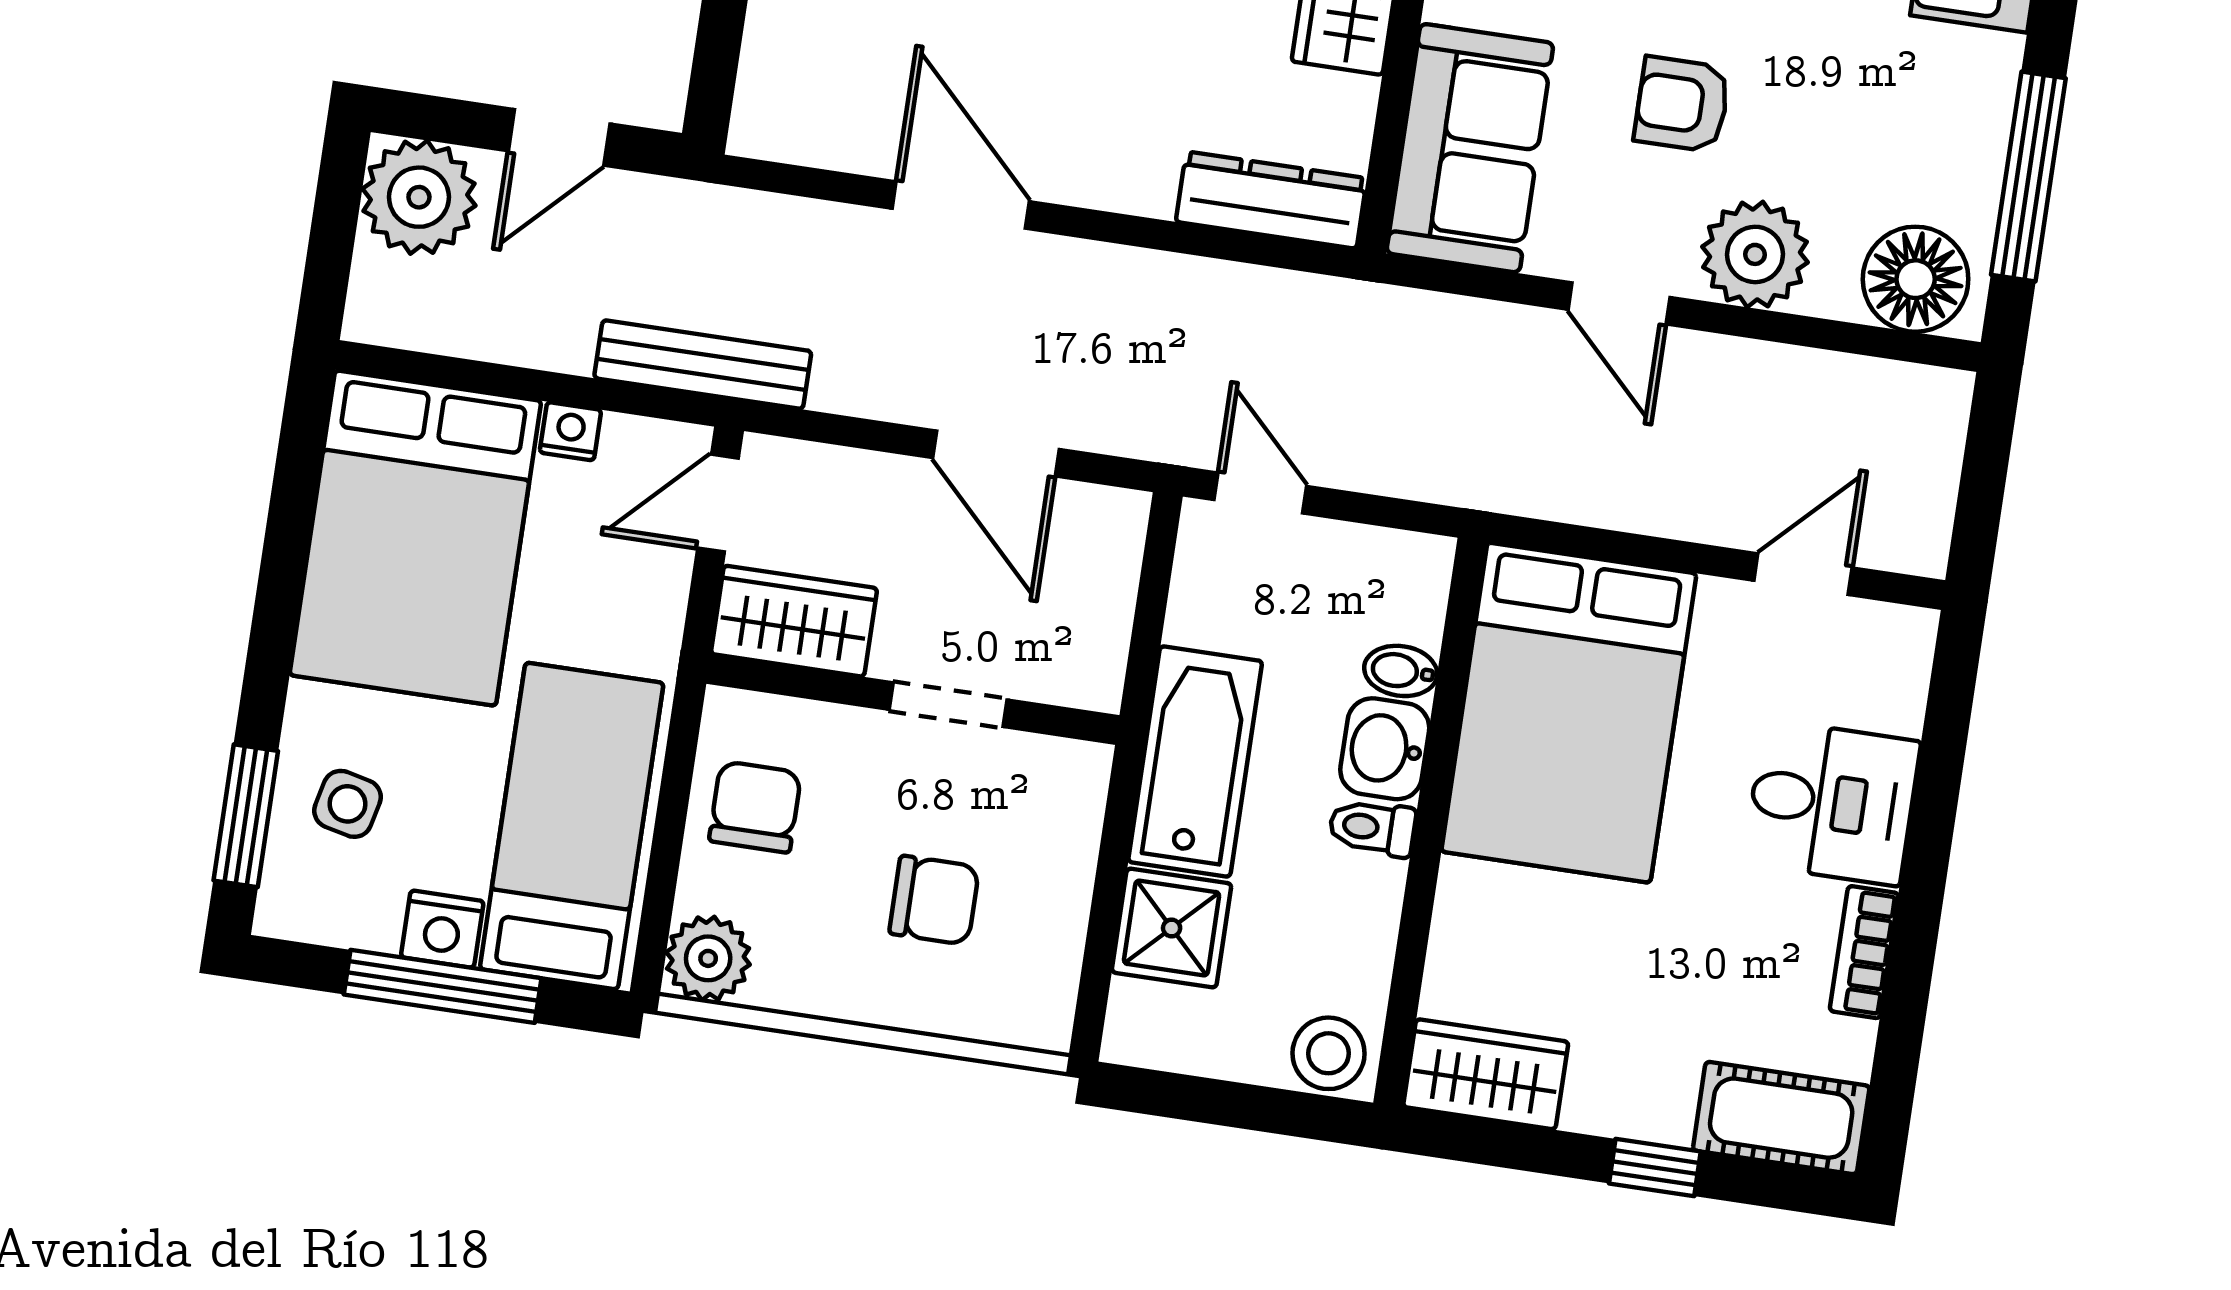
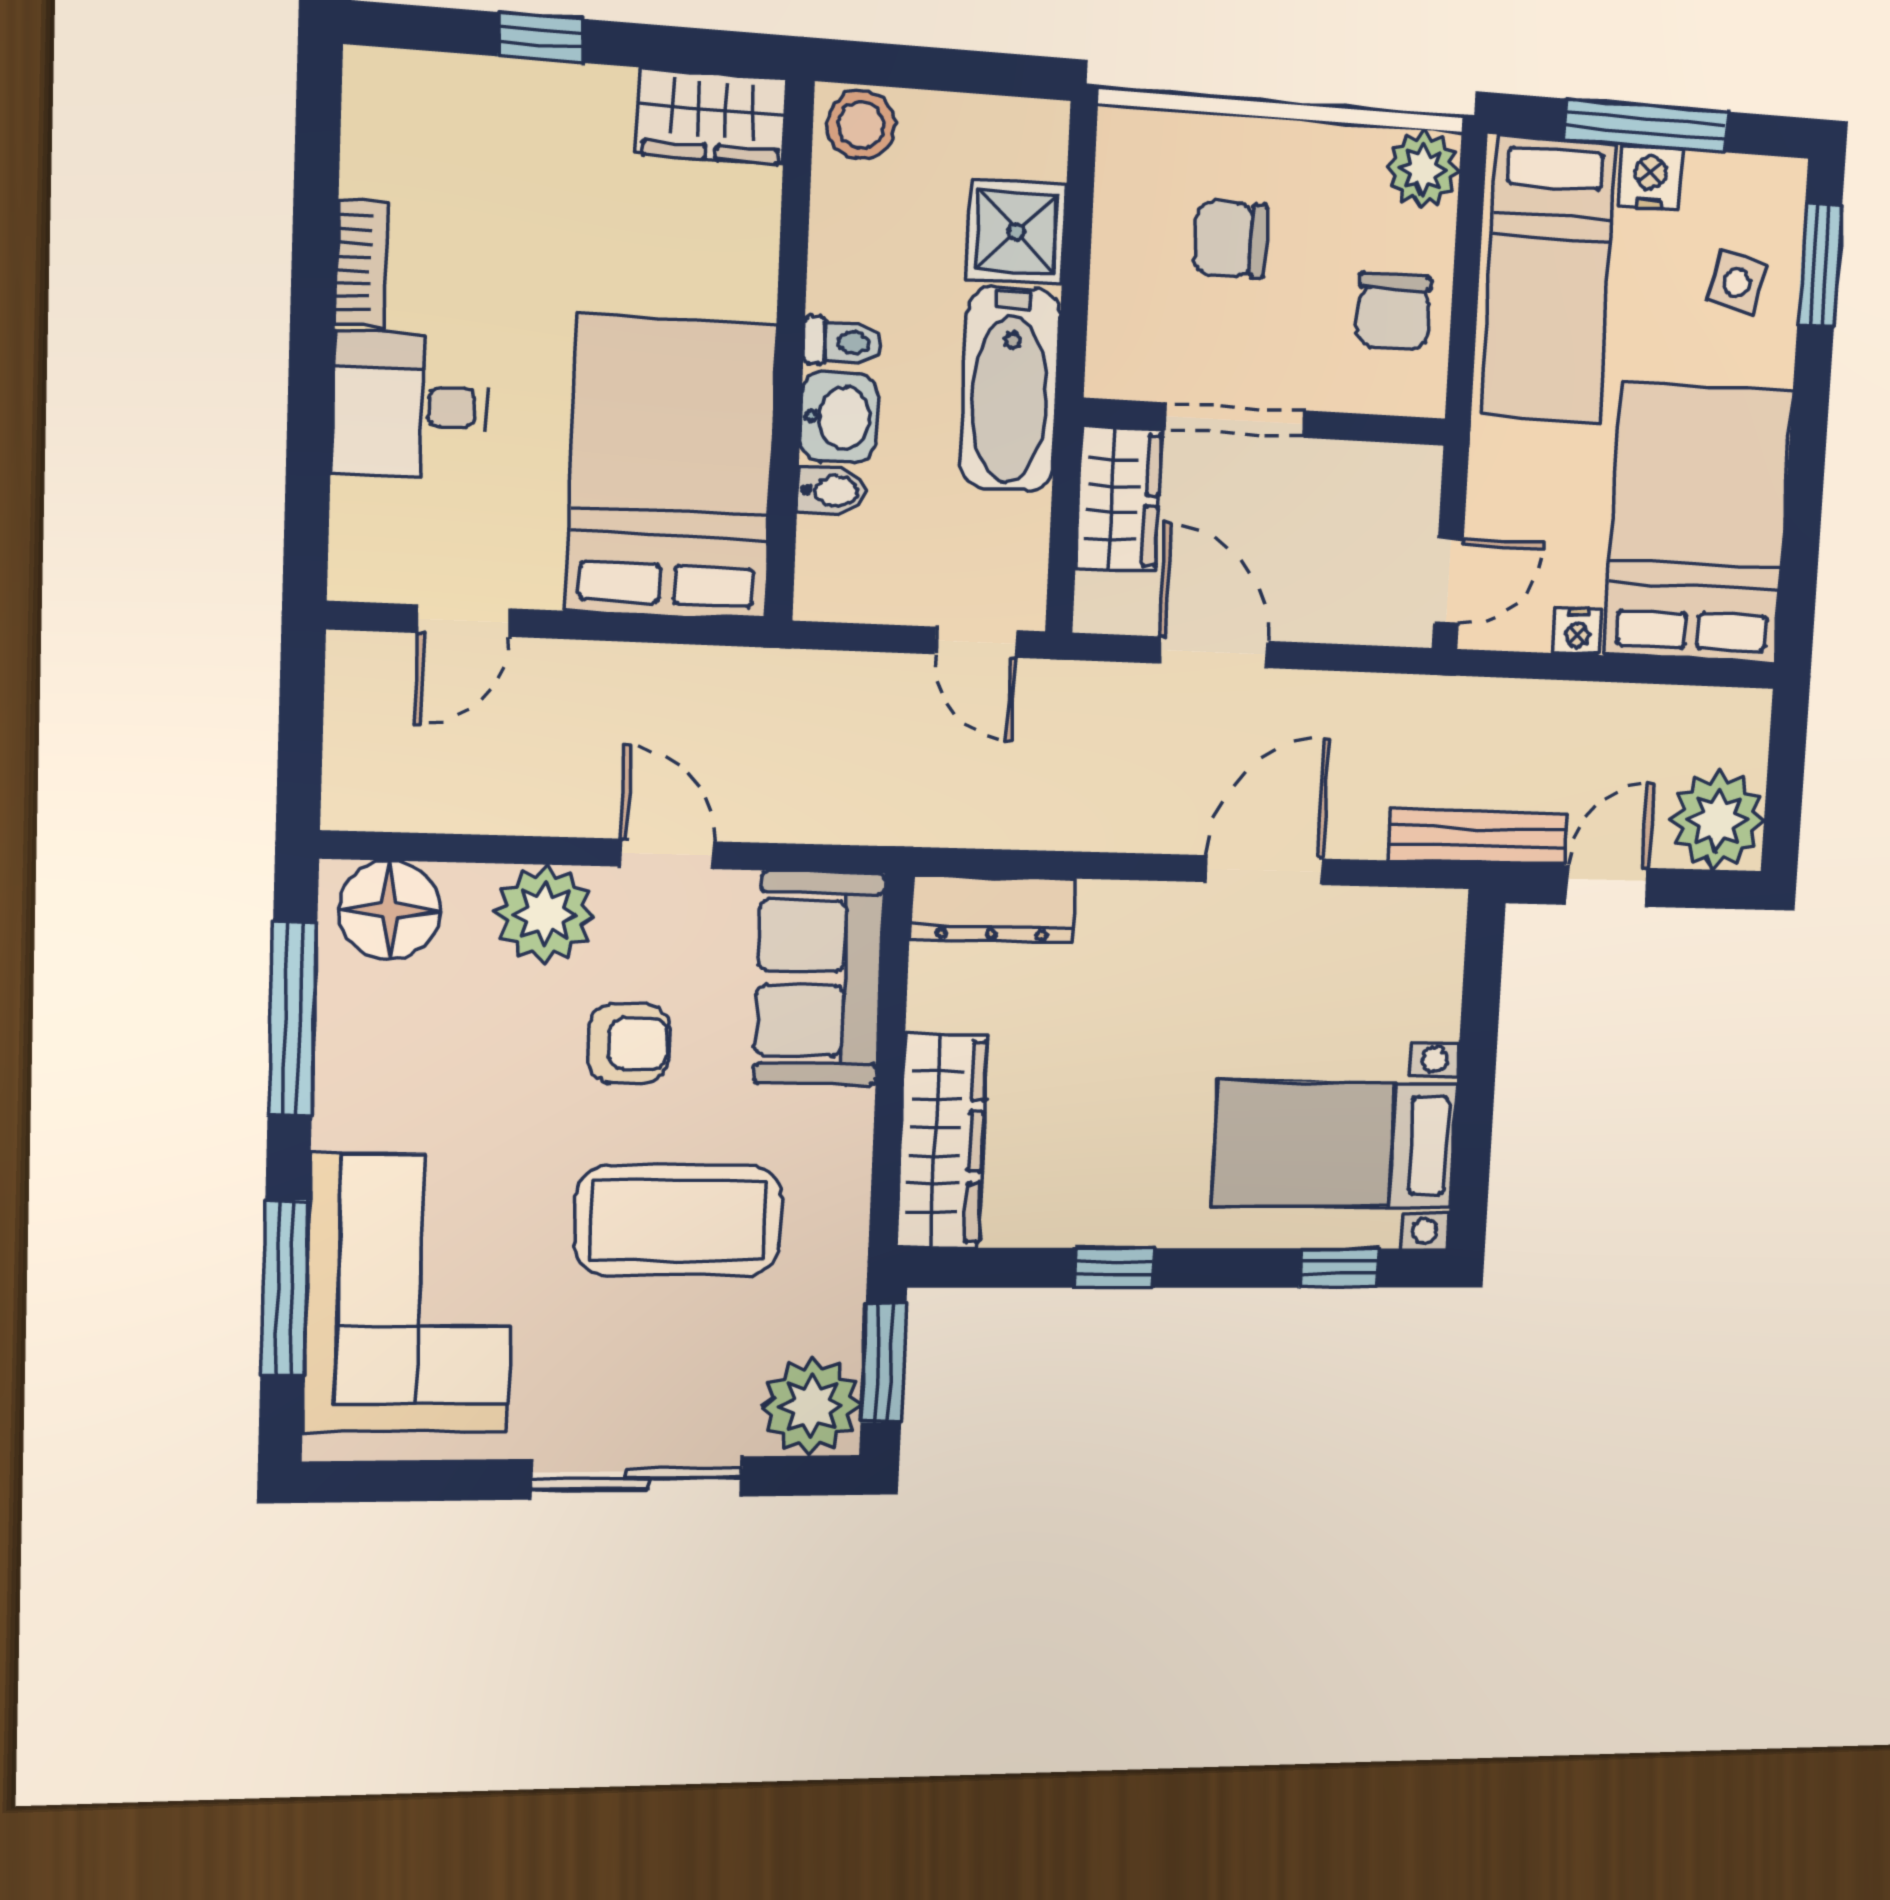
door: (961, 205) -> (1264, 870), swing flipped
bench: (703, 365) -> (1479, 837), moved
wardrobe: (794, 621) -> (1119, 499), moved, turned -90
doorway: (948, 705) -> (1235, 420), width x1.38
cot: (1781, 1118) -> (424, 95), removed

